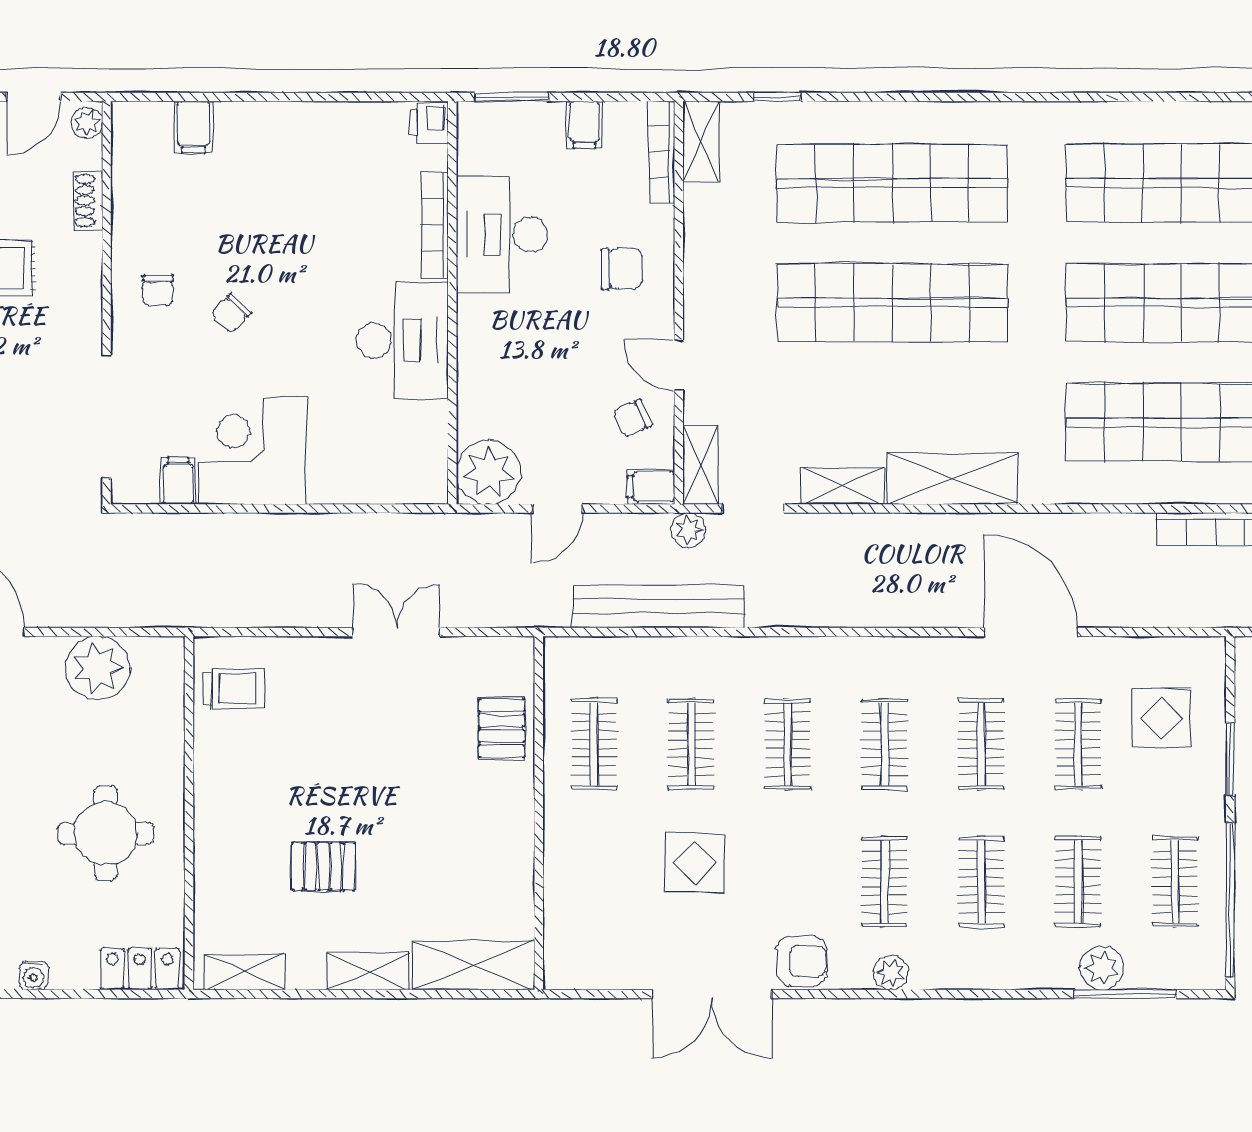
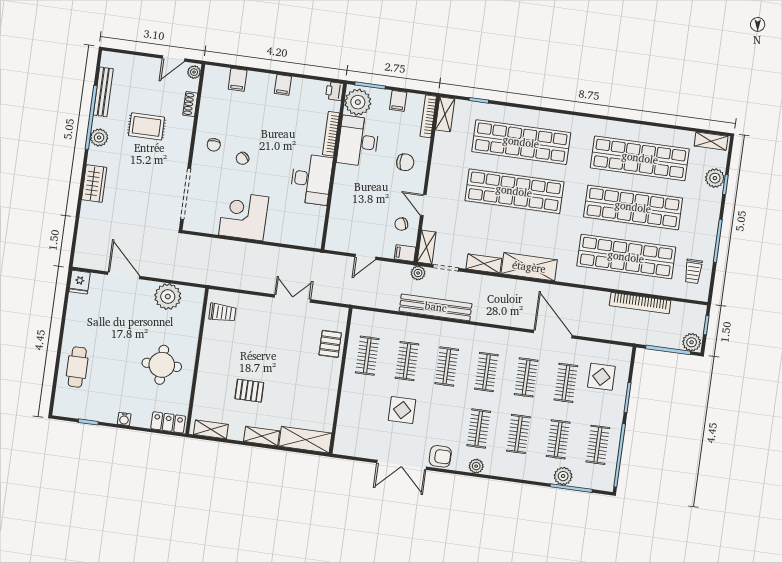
plant: (489, 472) -> (358, 102), moved
filing cabinet: (178, 481) -> (283, 85), moved, turned 180
bench: (659, 606) -> (436, 307), moved

